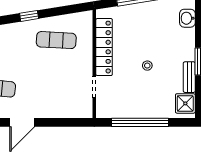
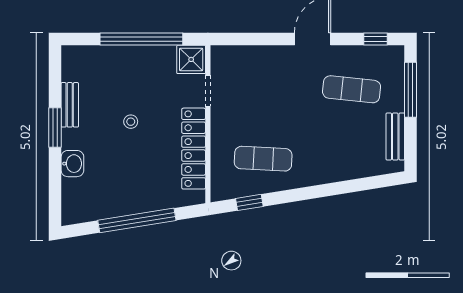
window: (29, 16) -> (249, 202), moved
washbasin: (187, 18) -> (72, 164), moved
shower: (185, 103) -> (191, 59), moved

